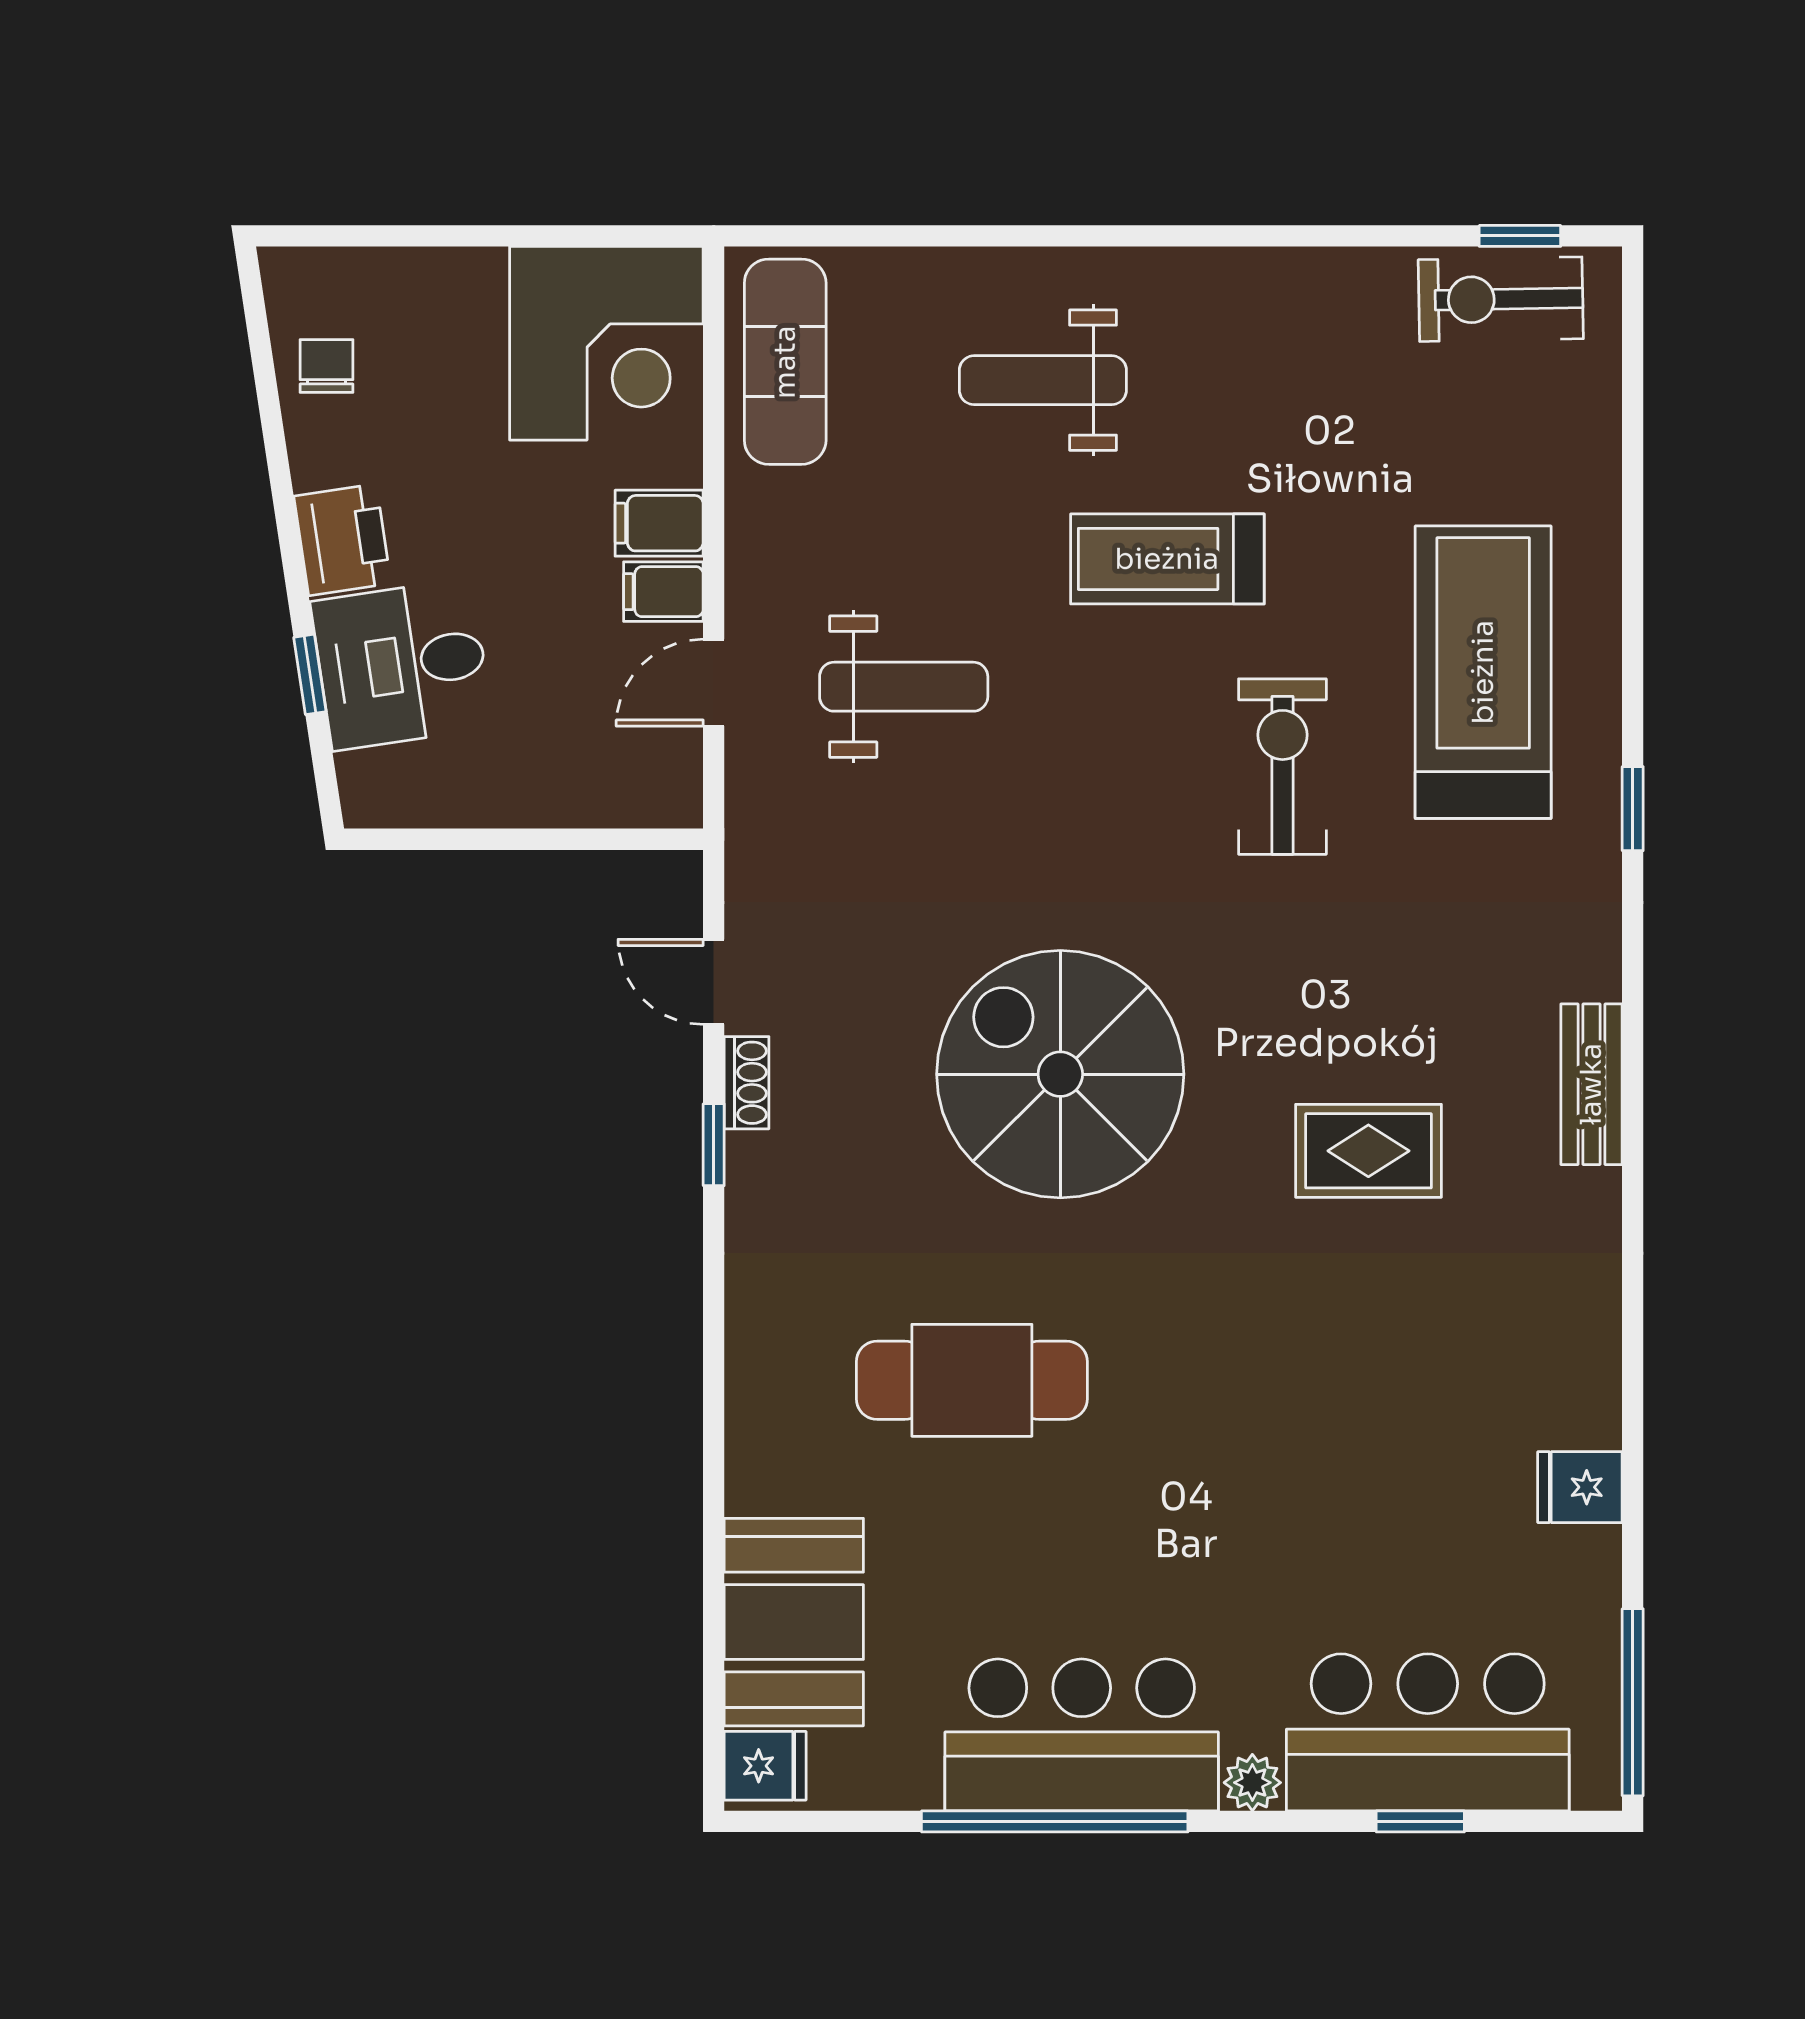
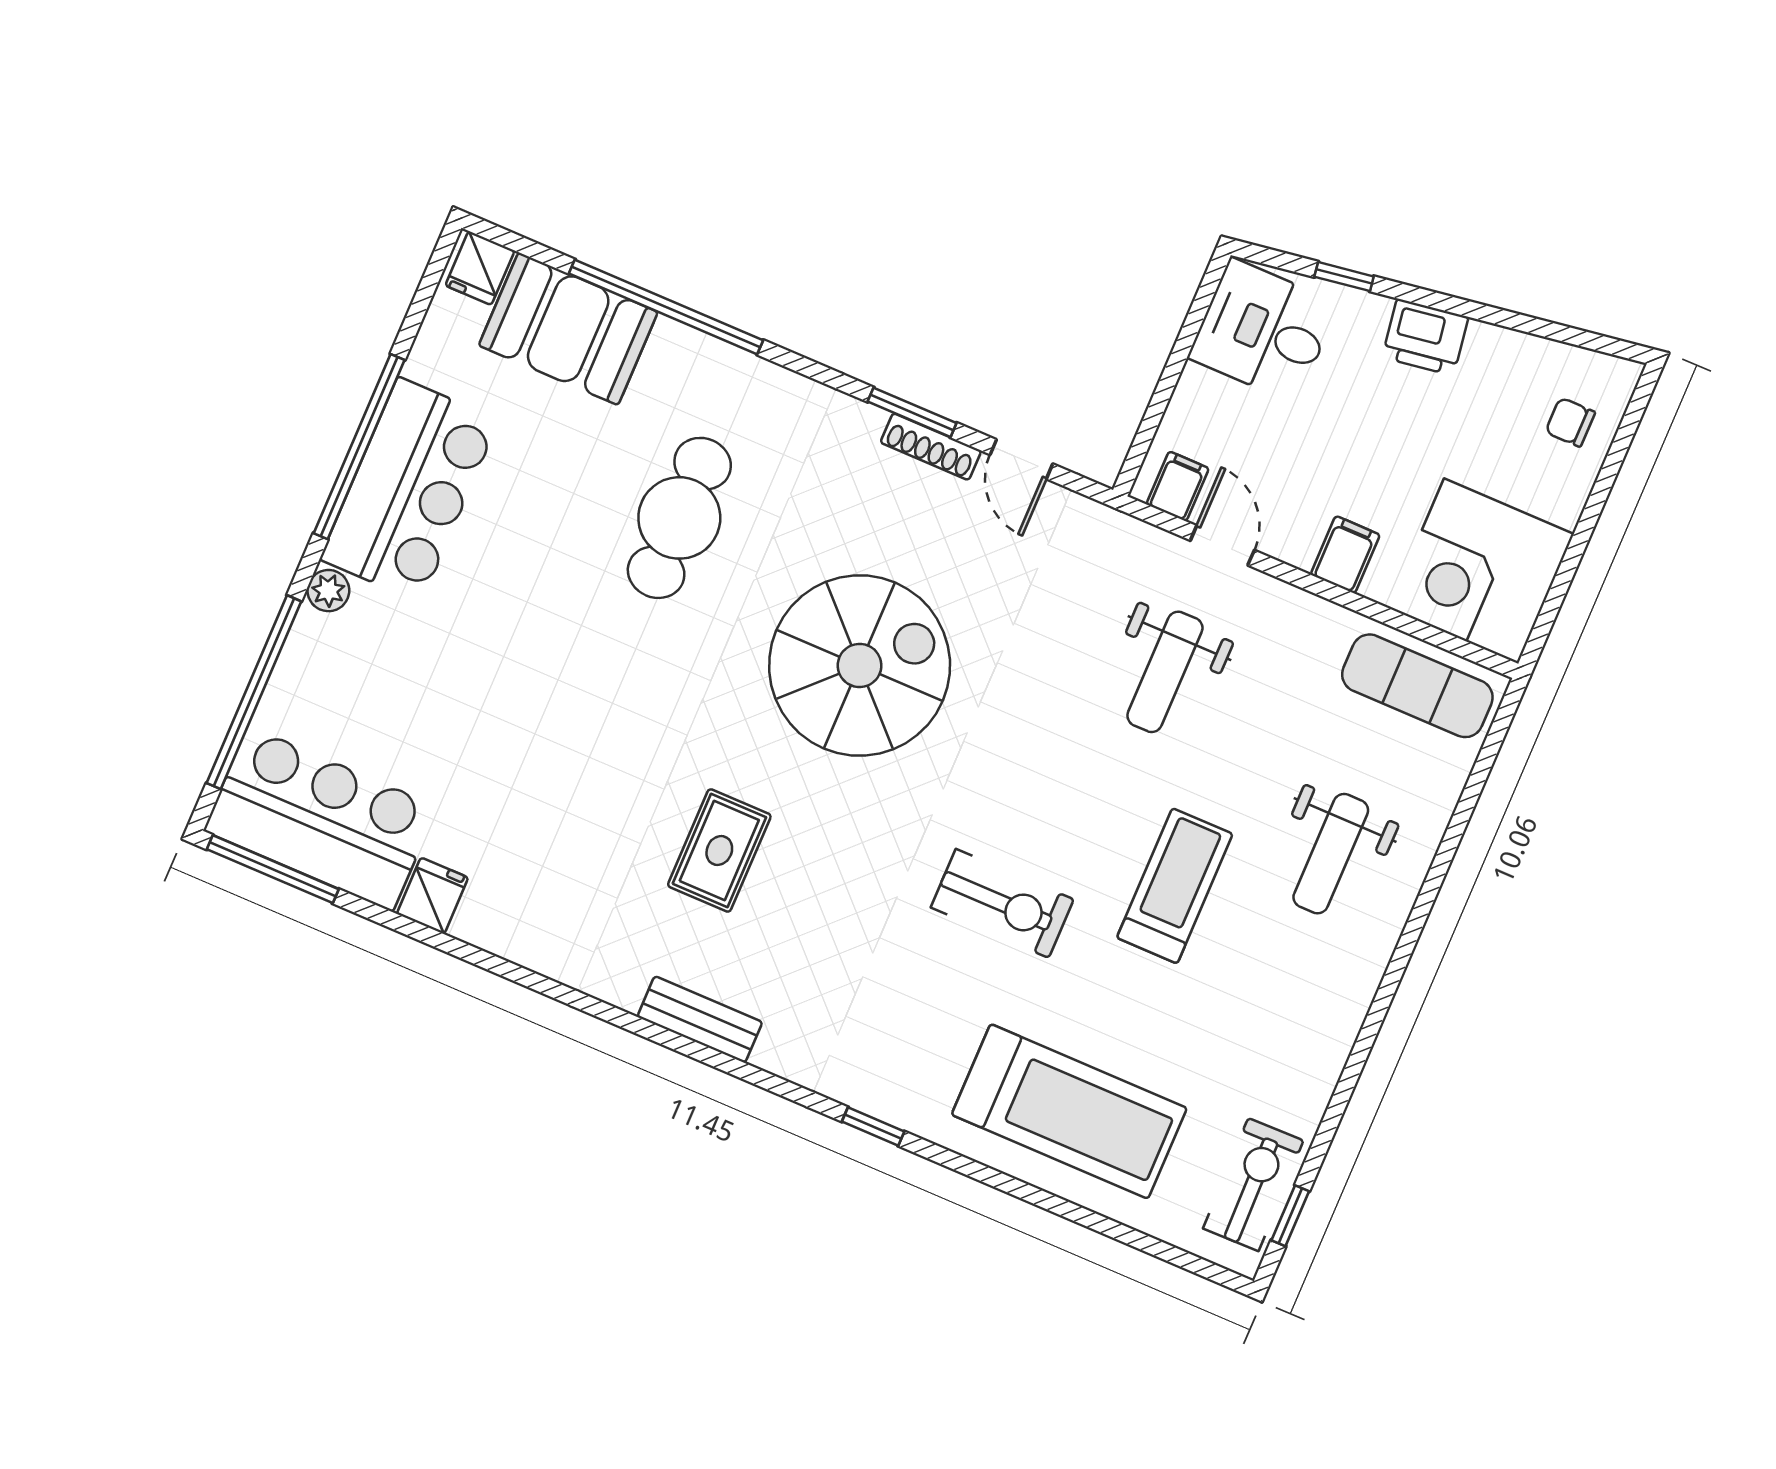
chair: (326, 366) -> (1570, 422), moved, turned 180
weight bench: (1043, 380) -> (1331, 854), turned 180
filing cabinet: (663, 592) -> (1178, 486), moved
desk: (402, 664) -> (1263, 331), moved, turned -81
treadmill: (1483, 672) -> (1069, 1111), moved
door: (714, 982) -> (1021, 459), swing flipped
shoe rack: (747, 1083) -> (931, 447), width x1.43
window: (714, 1145) -> (912, 412), width x1.50
window: (714, 1511) -> (666, 307), added
bar counter: (1428, 1732) -> (320, 819), moved, turned -90
window: (1420, 1821) -> (254, 692), width x3.17

